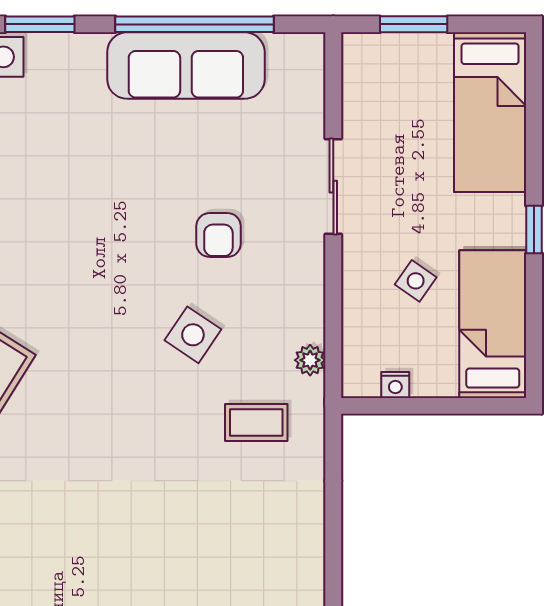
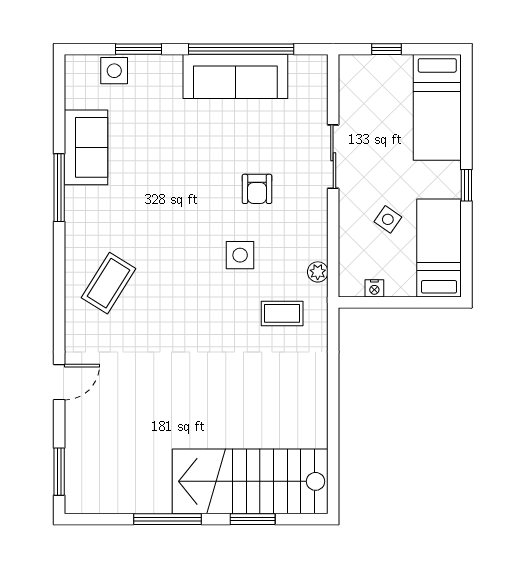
window: (414, 24) -> (386, 49), width x0.67
side table: (193, 335) -> (240, 255), turned -34

